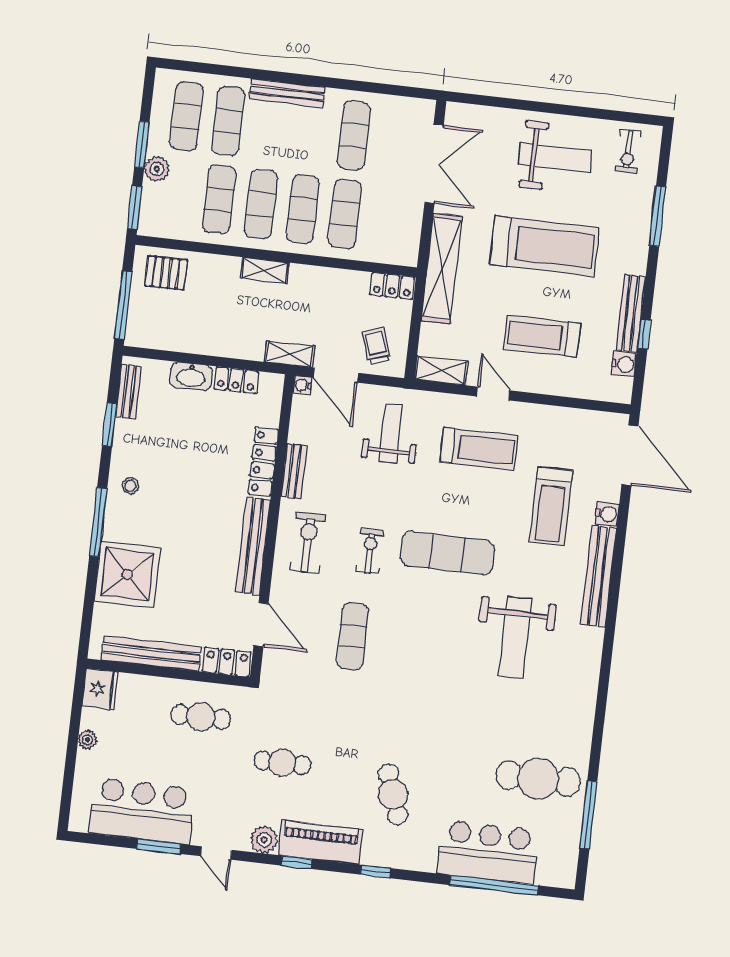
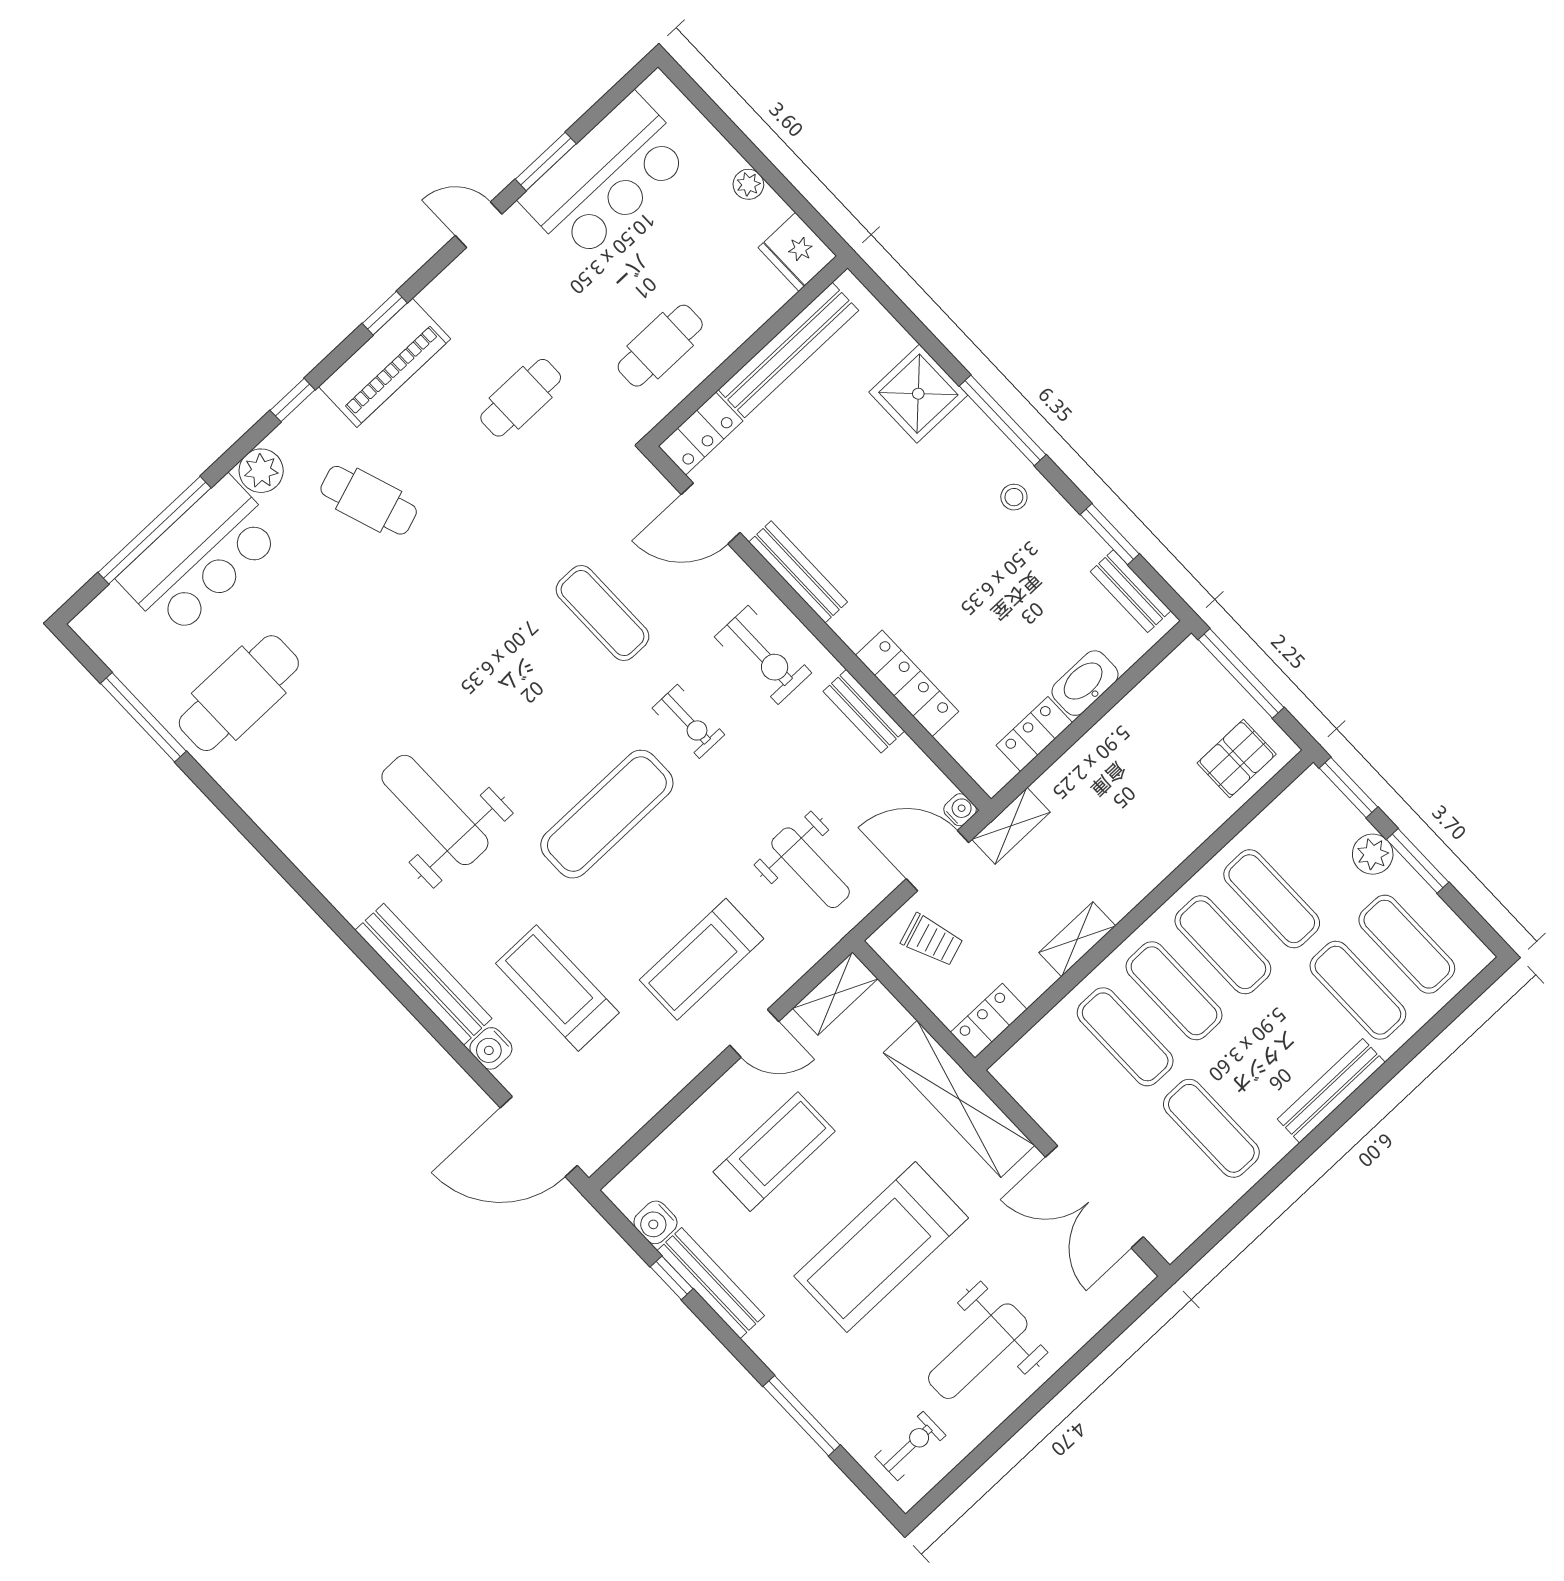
exercise bike: (628, 152) -> (910, 1446), turned 90
shelving: (265, 270) -> (1077, 939), moved
bench: (253, 546) -> (798, 572), width x0.73, depth x0.82
shower: (127, 574) -> (918, 394), width x0.73, depth x0.73
plant: (264, 840) -> (261, 471), moved

